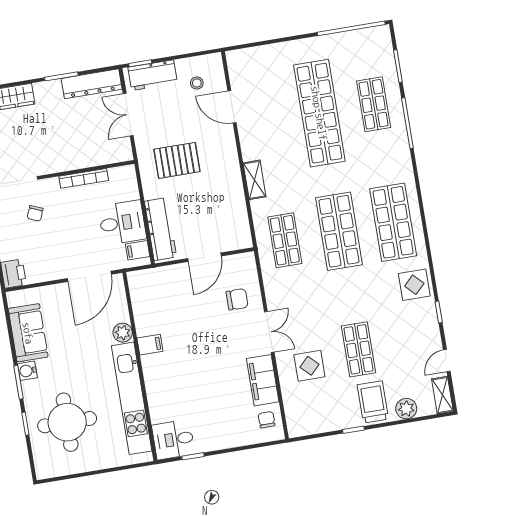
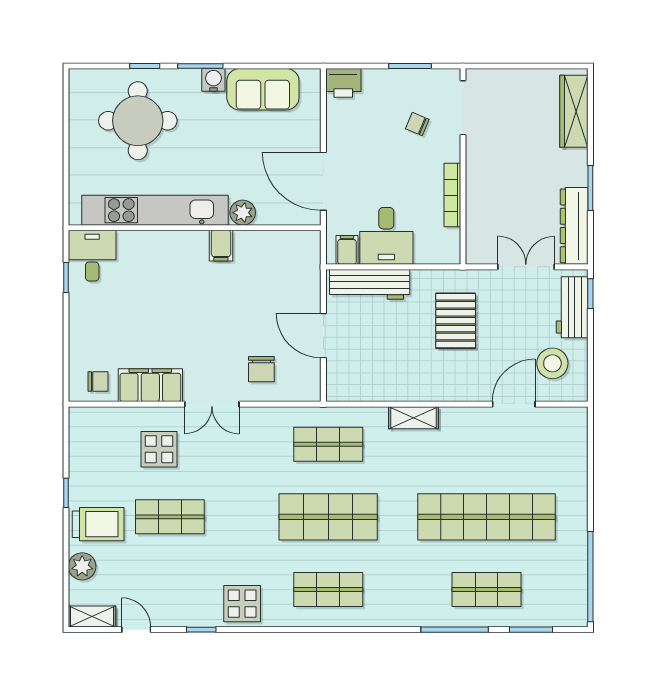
stool: (197, 83) -> (552, 363), width x1.89, depth x1.89
shop shelf: (393, 222) -> (328, 589), width x0.70, depth x0.74

